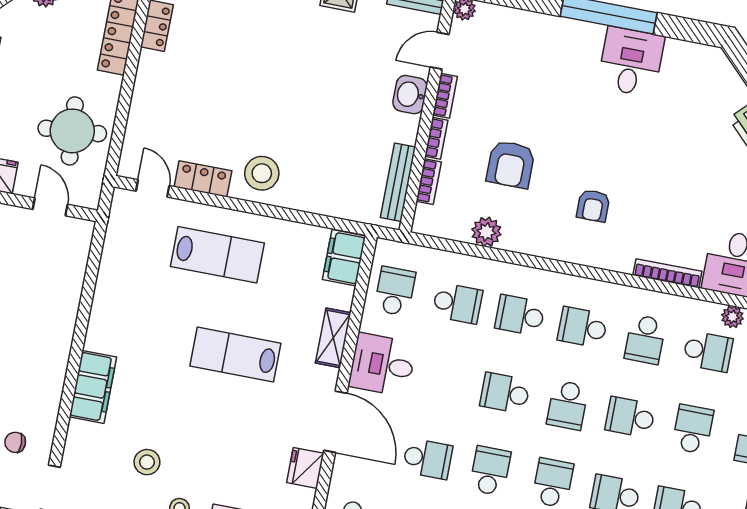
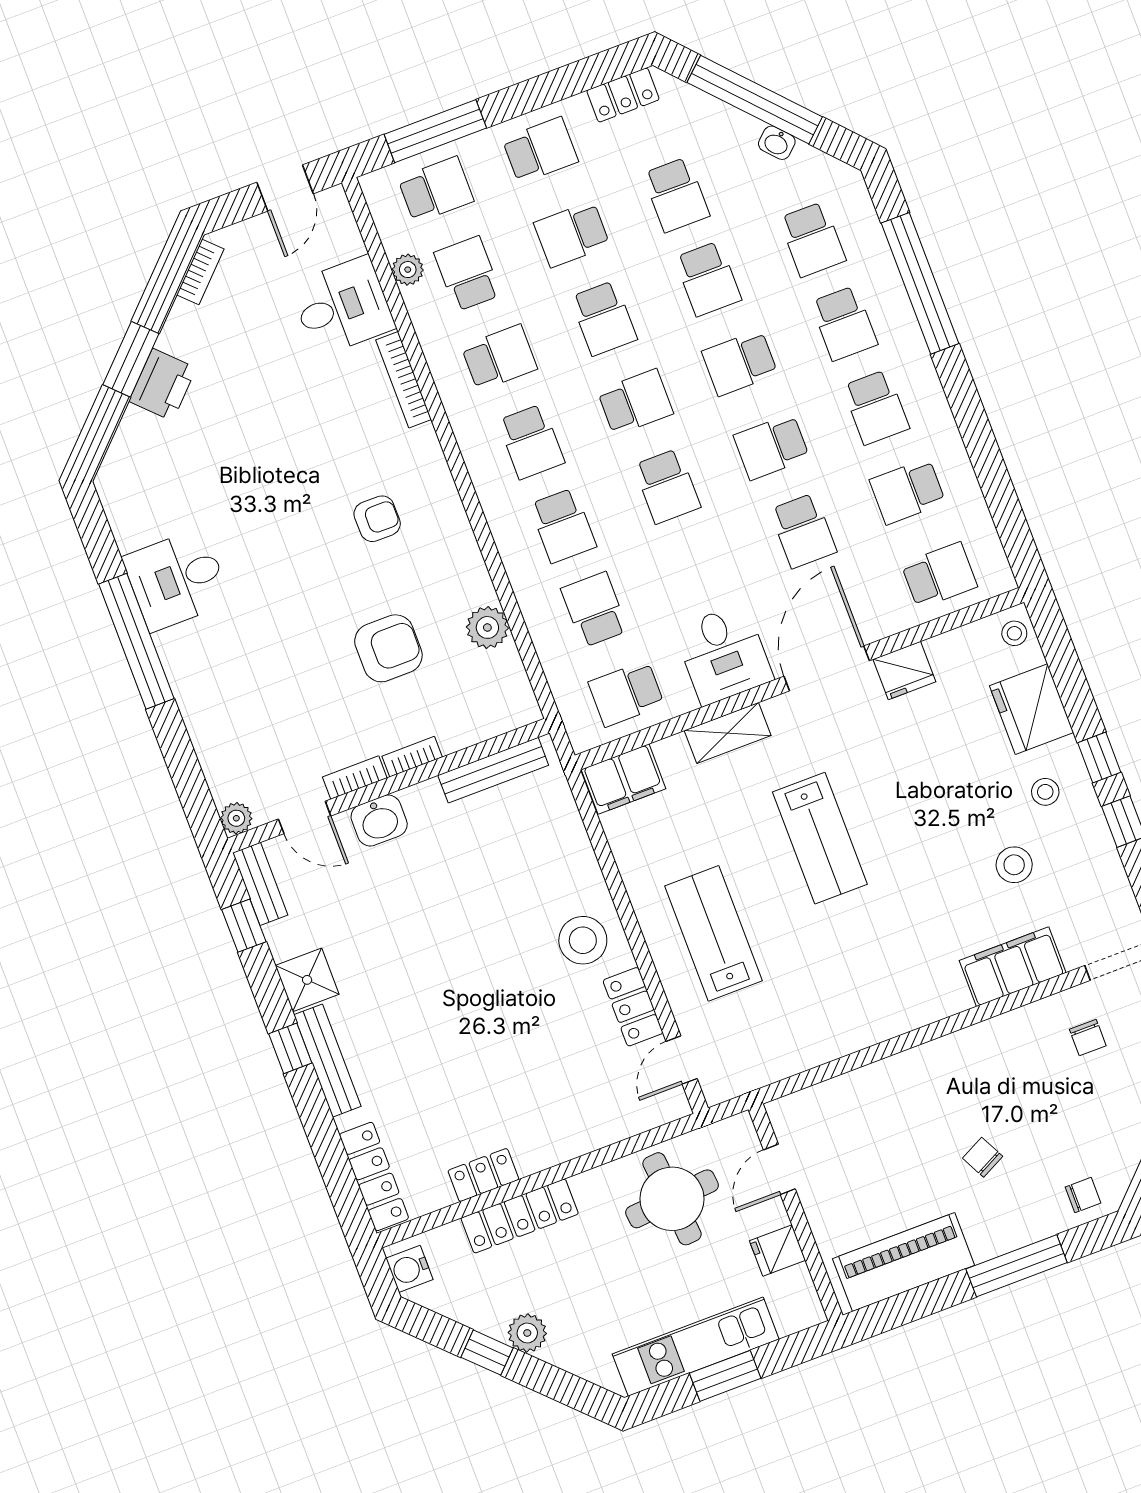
bookcase: (429, 182) -> (470, 734), removed
filing cabinet: (93, 387) -> (1013, 967), moved
school desk: (427, 459) -> (803, 531), turned 180

